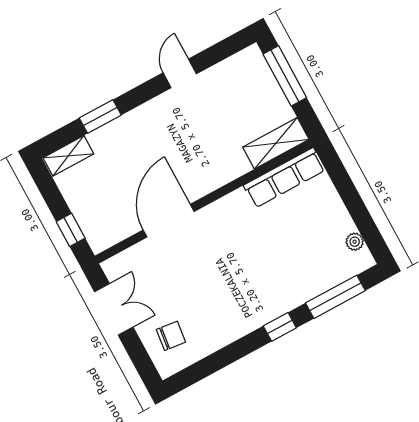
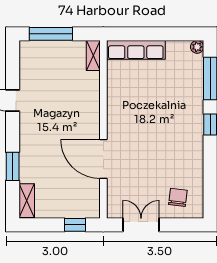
shelving: (276, 143) -> (93, 56), width x0.67, depth x0.75
row of seats: (284, 178) -> (136, 50), moved, turned 90
plant: (355, 242) -> (197, 47), moved

